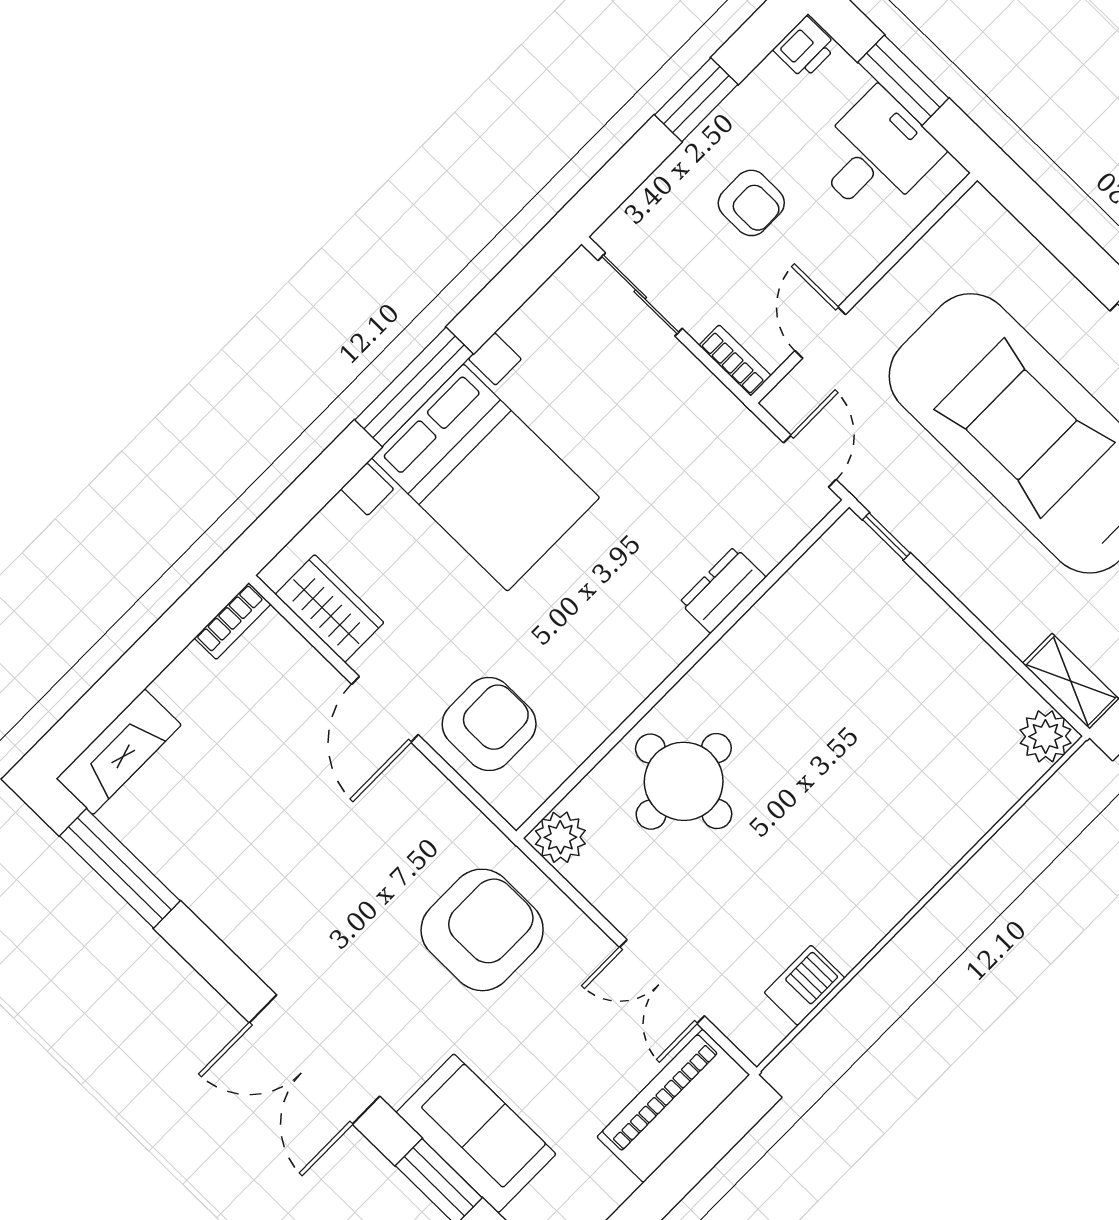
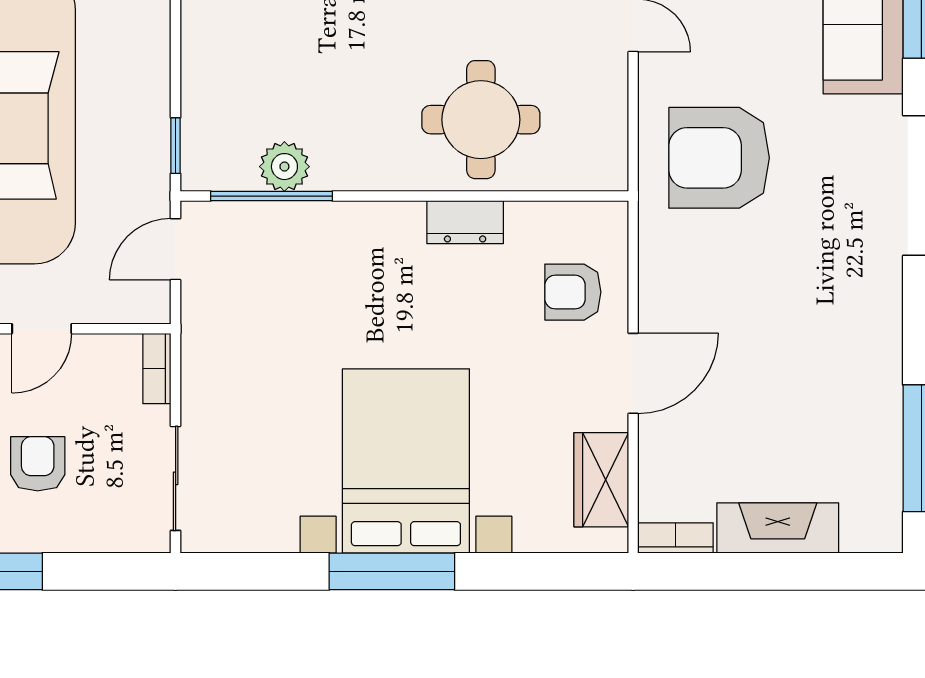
door: (820, 333) -> (42, 329), moved
window: (779, 571) -> (271, 196), added
dresser: (723, 590) -> (465, 222), moved
armchair: (489, 724) -> (573, 292), width x0.72, depth x0.72
fireplace: (119, 752) -> (778, 528), moved
plant: (560, 837) -> (284, 167), moved

